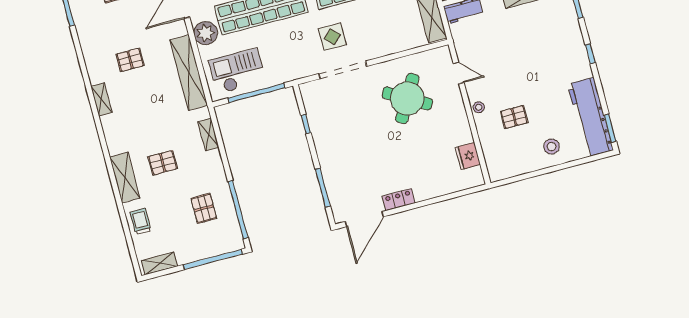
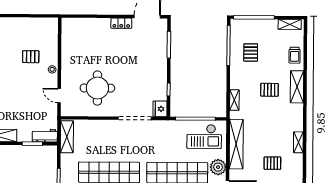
display table: (332, 37) -> (136, 142), removed
round table: (407, 98) -> (97, 88), turned -30
stool: (552, 147) -> (11, 31), removed
fridge: (468, 156) -> (160, 109), moved, turned 180

